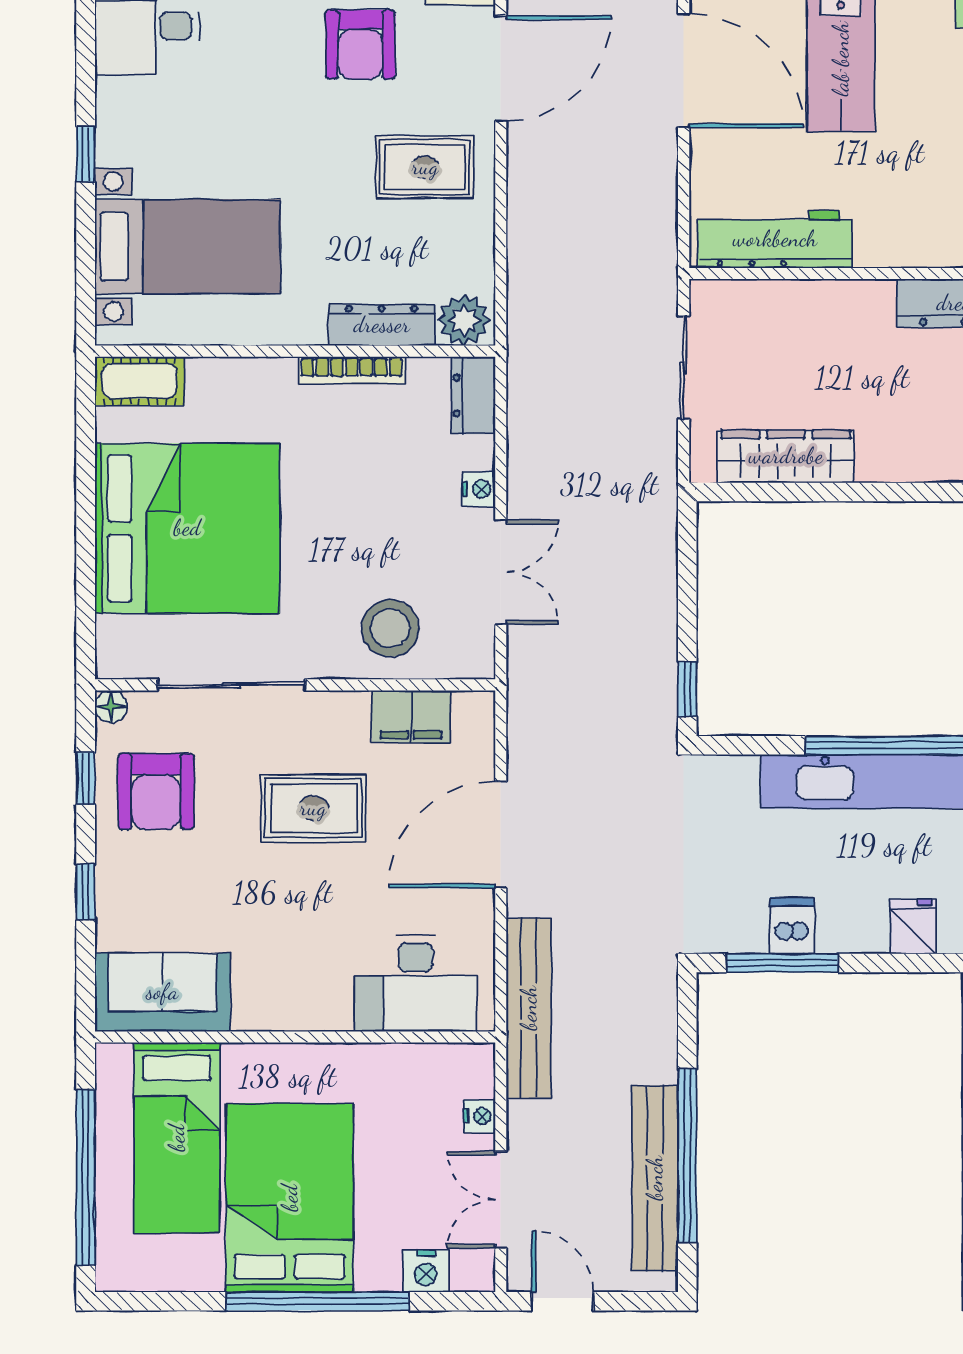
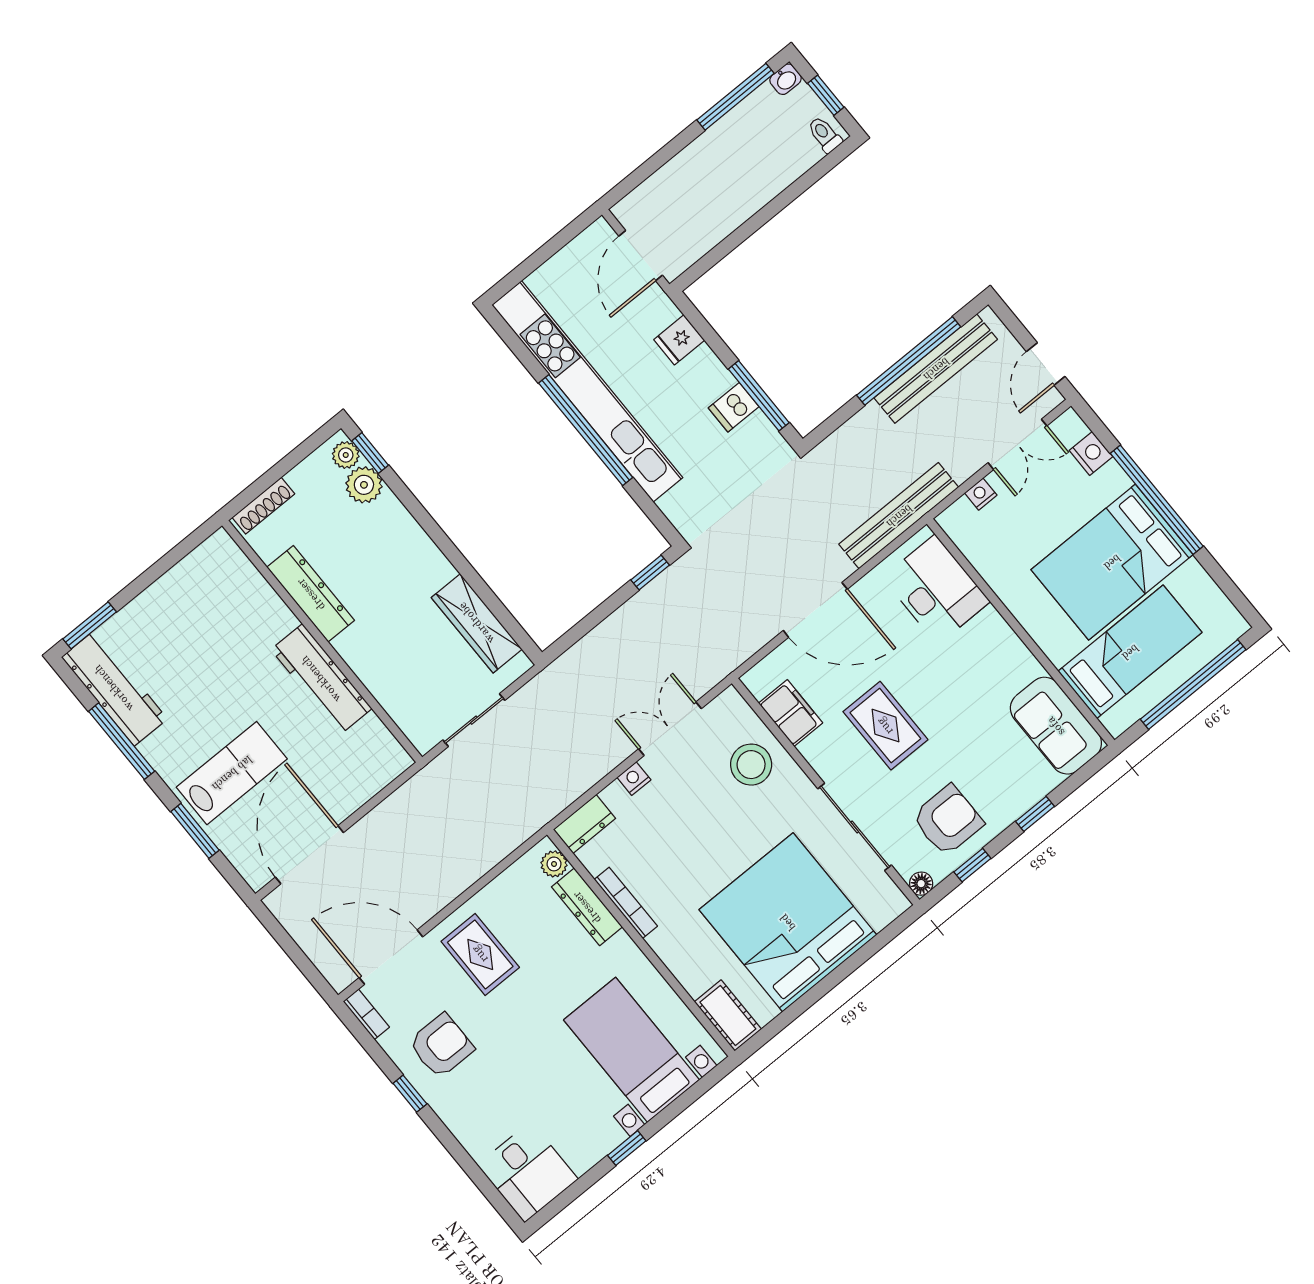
workbench: (775, 239) -> (321, 679), moved
plant: (464, 320) -> (554, 864), width x0.73, depth x0.73

